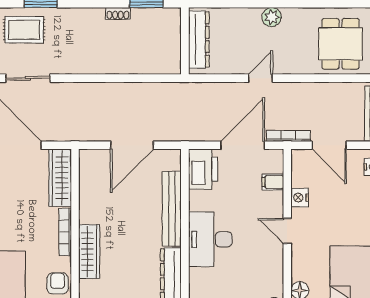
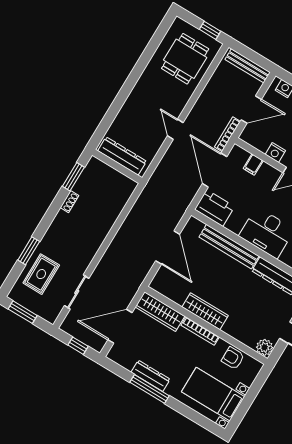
plant: (272, 17) -> (137, 96), removed
dining table: (340, 44) -> (185, 59), turned 90
wardrobe: (89, 252) -> (205, 311), moved

